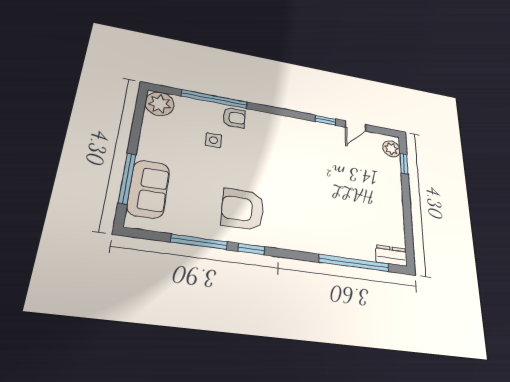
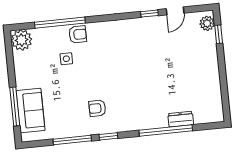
armchair: (243, 209) -> (97, 108), width x0.53, depth x0.53
dresser: (391, 256) -> (181, 119), moved
window: (354, 263) -> (166, 131), moved

